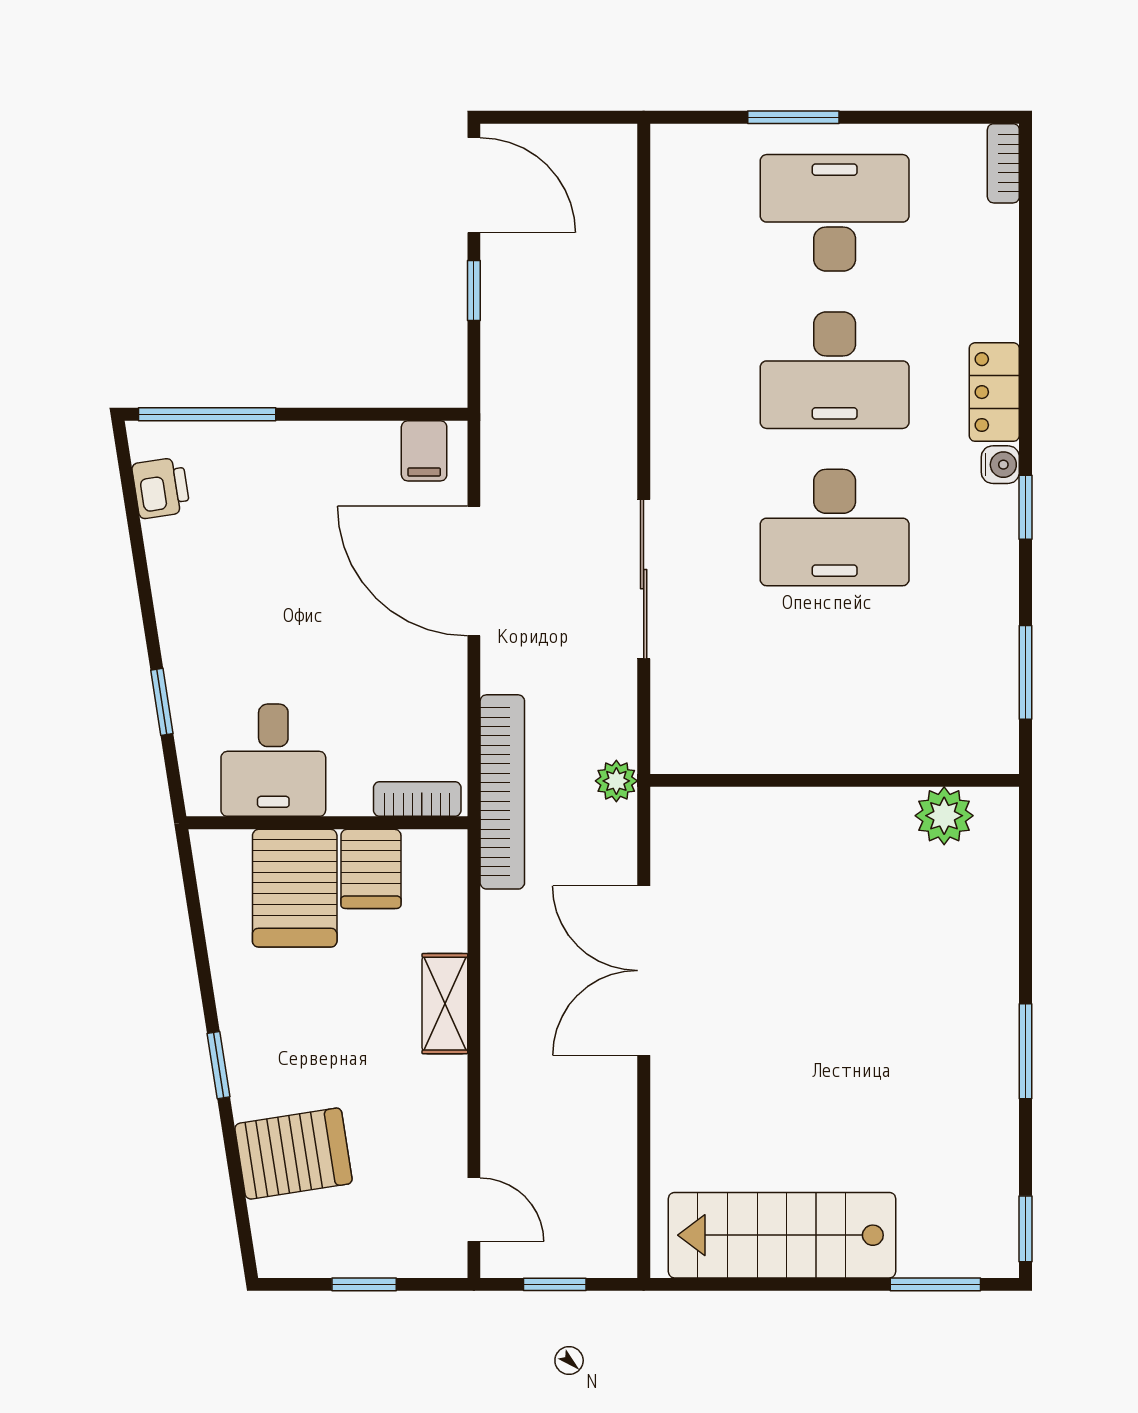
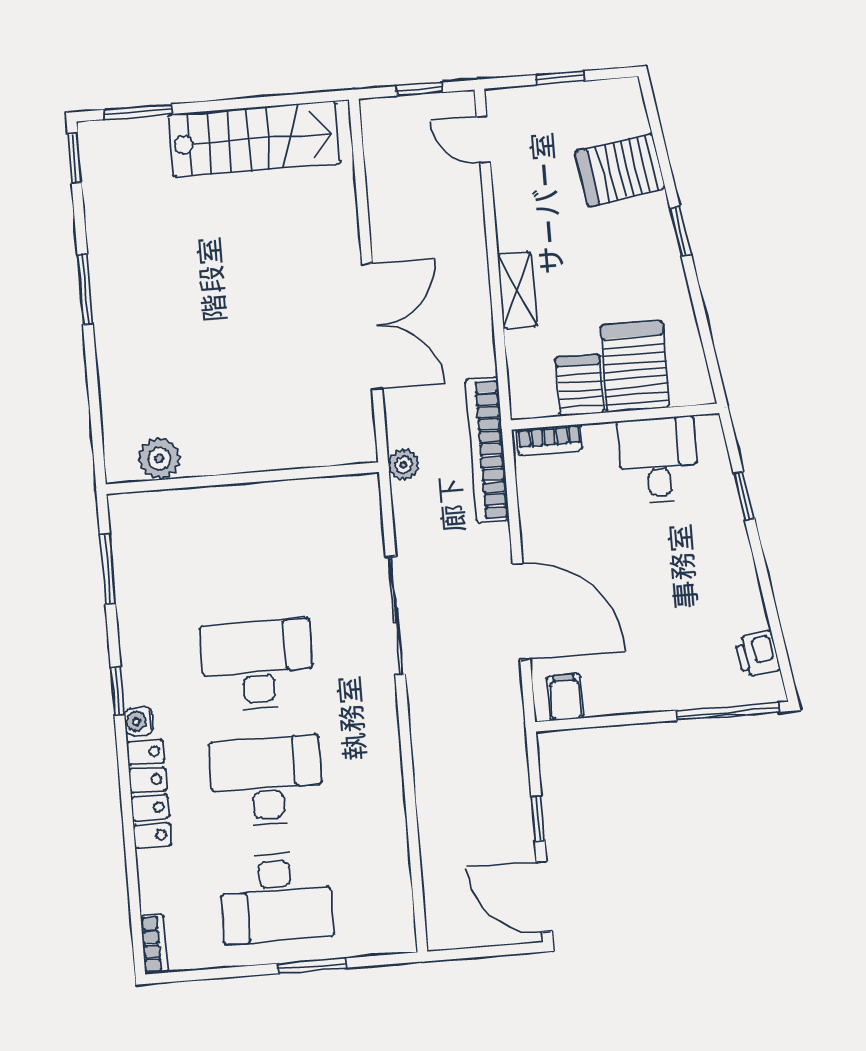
locker: (994, 392) -> (149, 794), width x1.53

